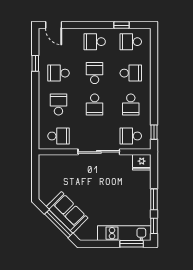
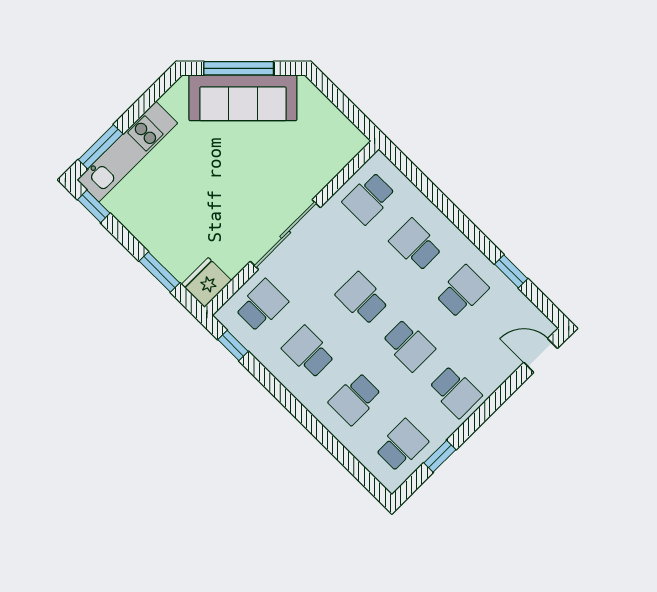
school desk: (95, 42) -> (455, 392), turned 90
school desk: (58, 105) -> (416, 245), turned 180
window: (154, 199) -> (159, 272), moved
sofa: (67, 212) -> (243, 98), width x1.36

